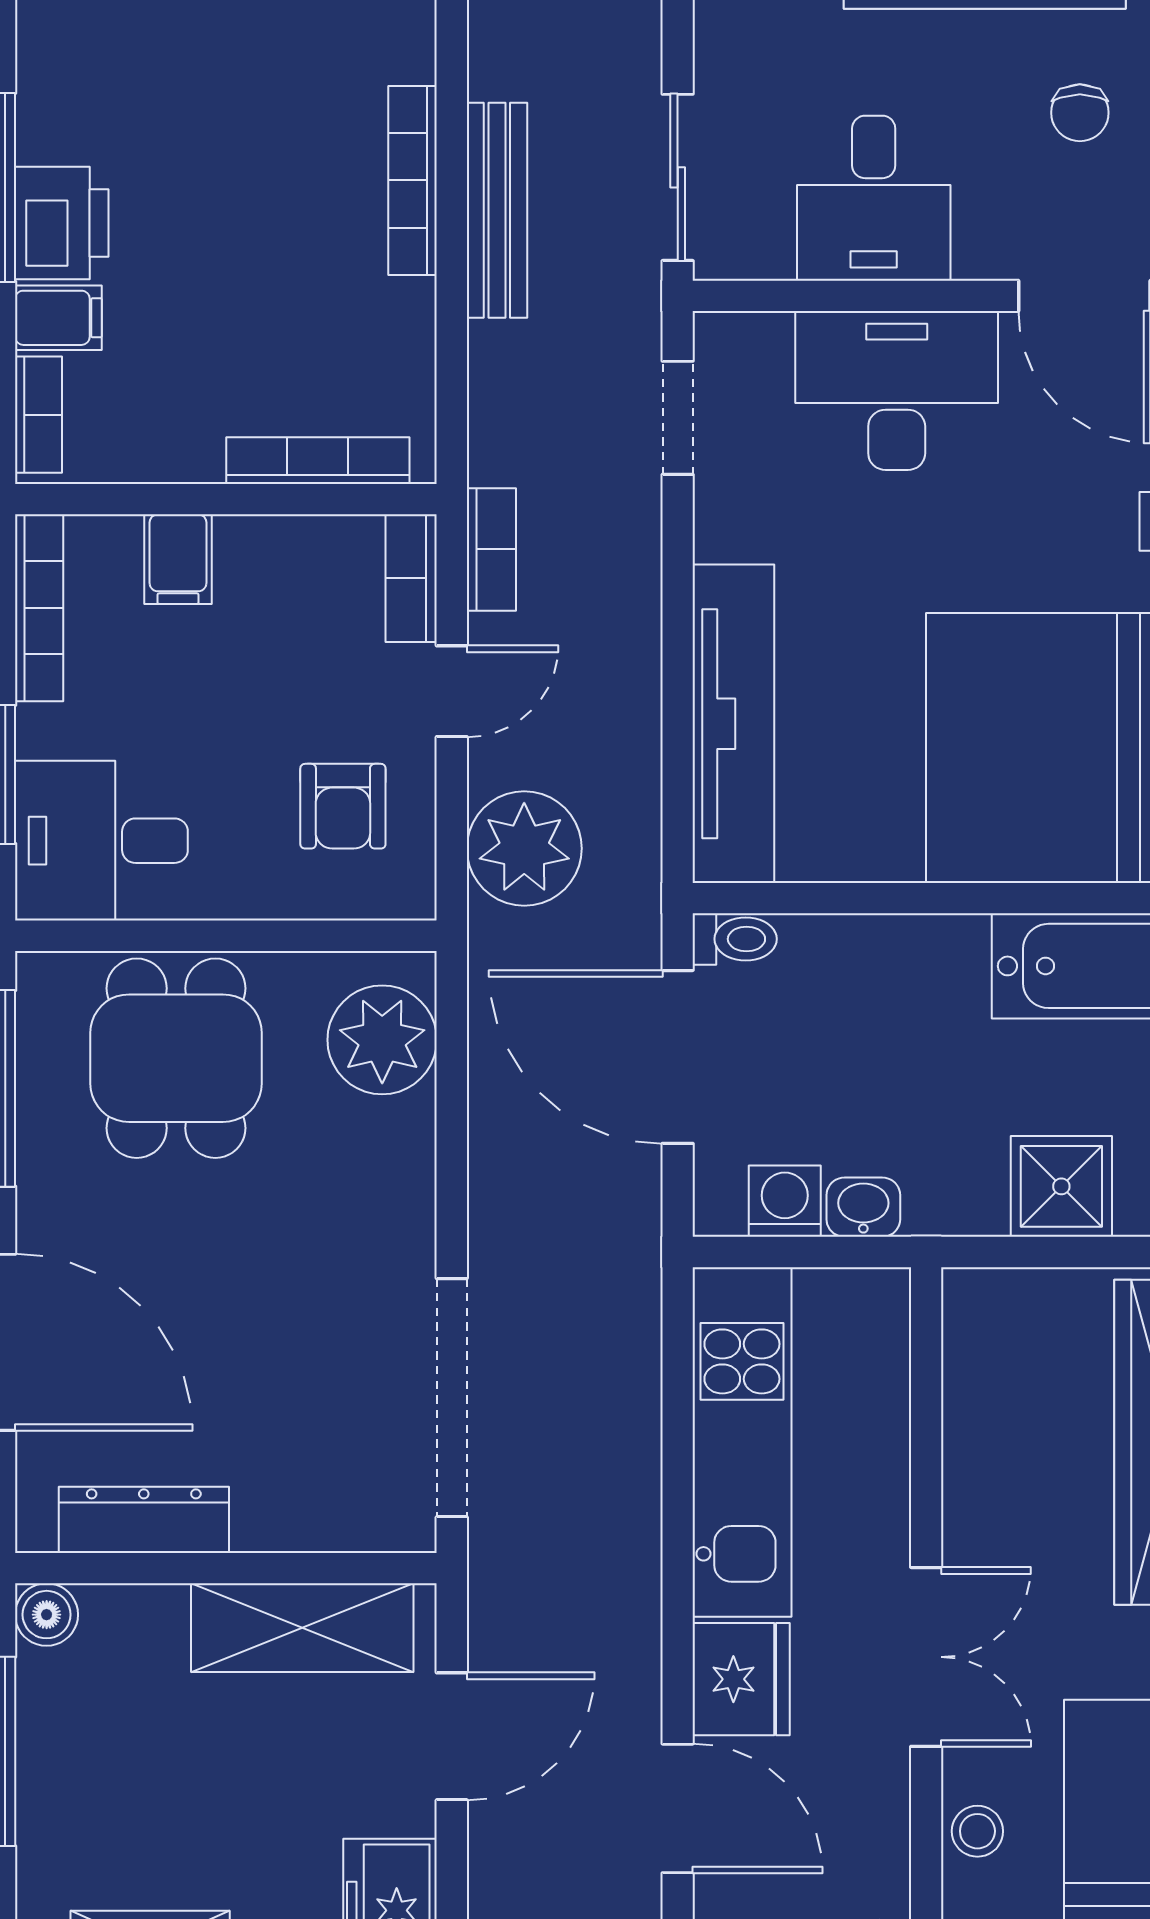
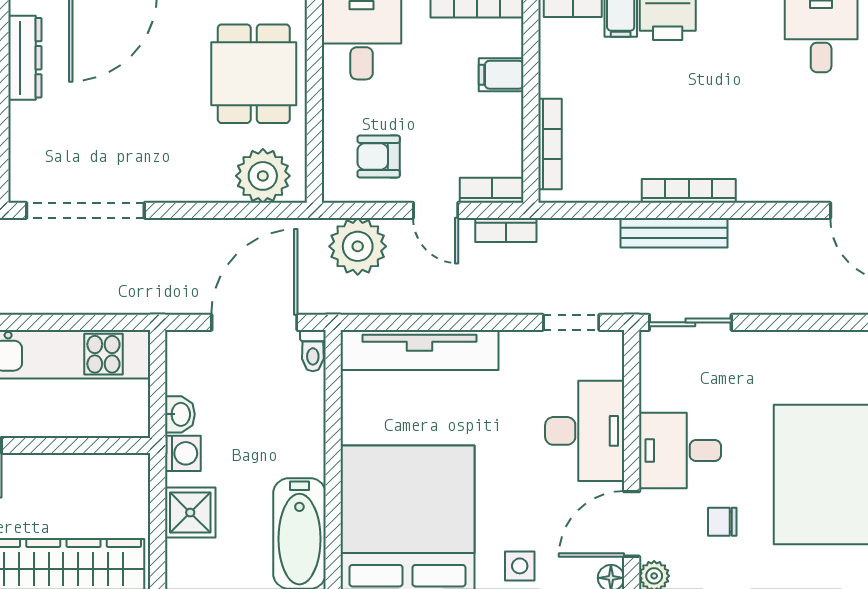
desk: (874, 198) -> (680, 451), moved
dining table: (176, 1058) -> (254, 74), turned 90
washing machine: (785, 1201) -> (183, 453), moved

